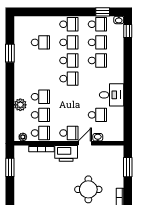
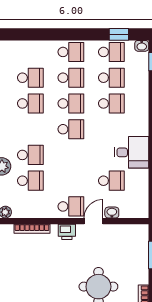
school desk: (40, 133) -> (30, 103), moved
printer: (66, 153) -> (67, 232), width x0.53, depth x0.68

